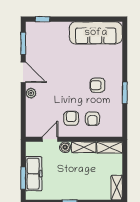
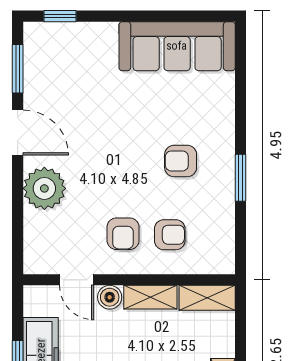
plant: (31, 93) -> (44, 188), width x1.87, depth x1.87
armchair: (71, 118) -> (123, 234), turned 180
armchair: (93, 119) -> (170, 235), turned -90
door: (50, 139) -> (77, 280), swing flipped

